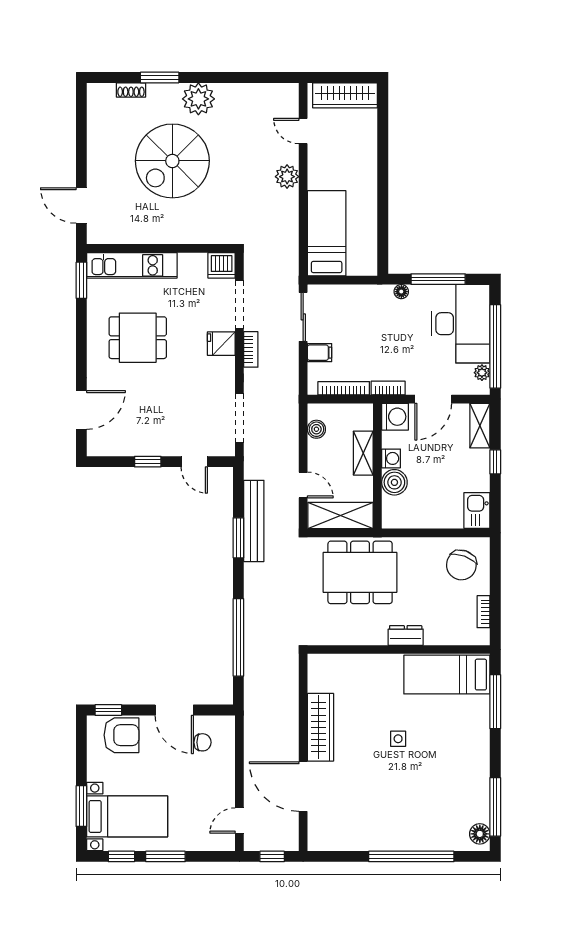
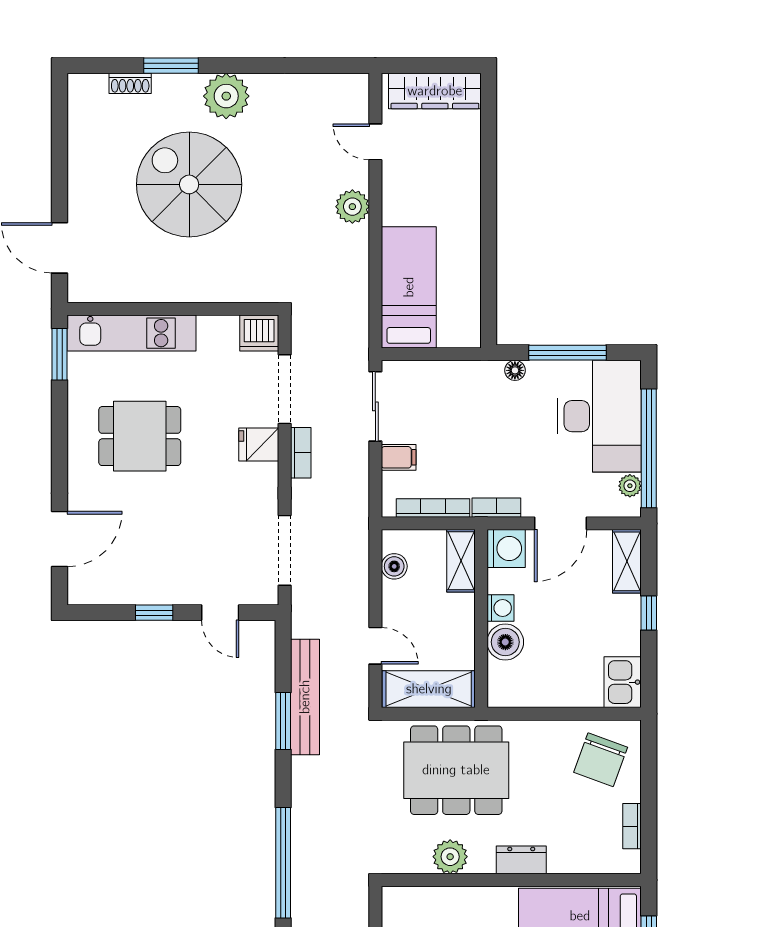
spiral stairs: (172, 161) -> (189, 184), turned 90
shelving: (363, 453) -> (461, 561), moved
plant: (356, 633) -> (450, 857), added

